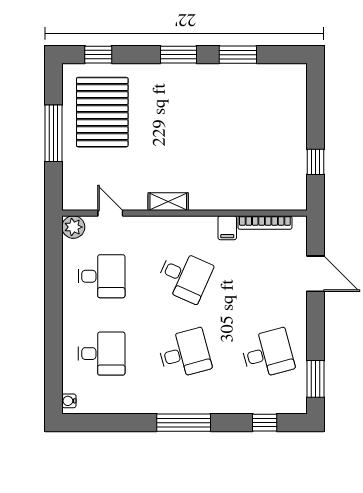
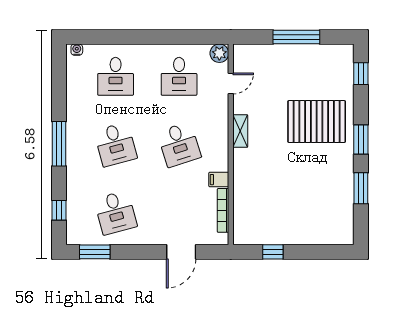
pallet: (102, 112) -> (317, 122), moved
desk: (185, 276) -> (179, 144), turned -42

